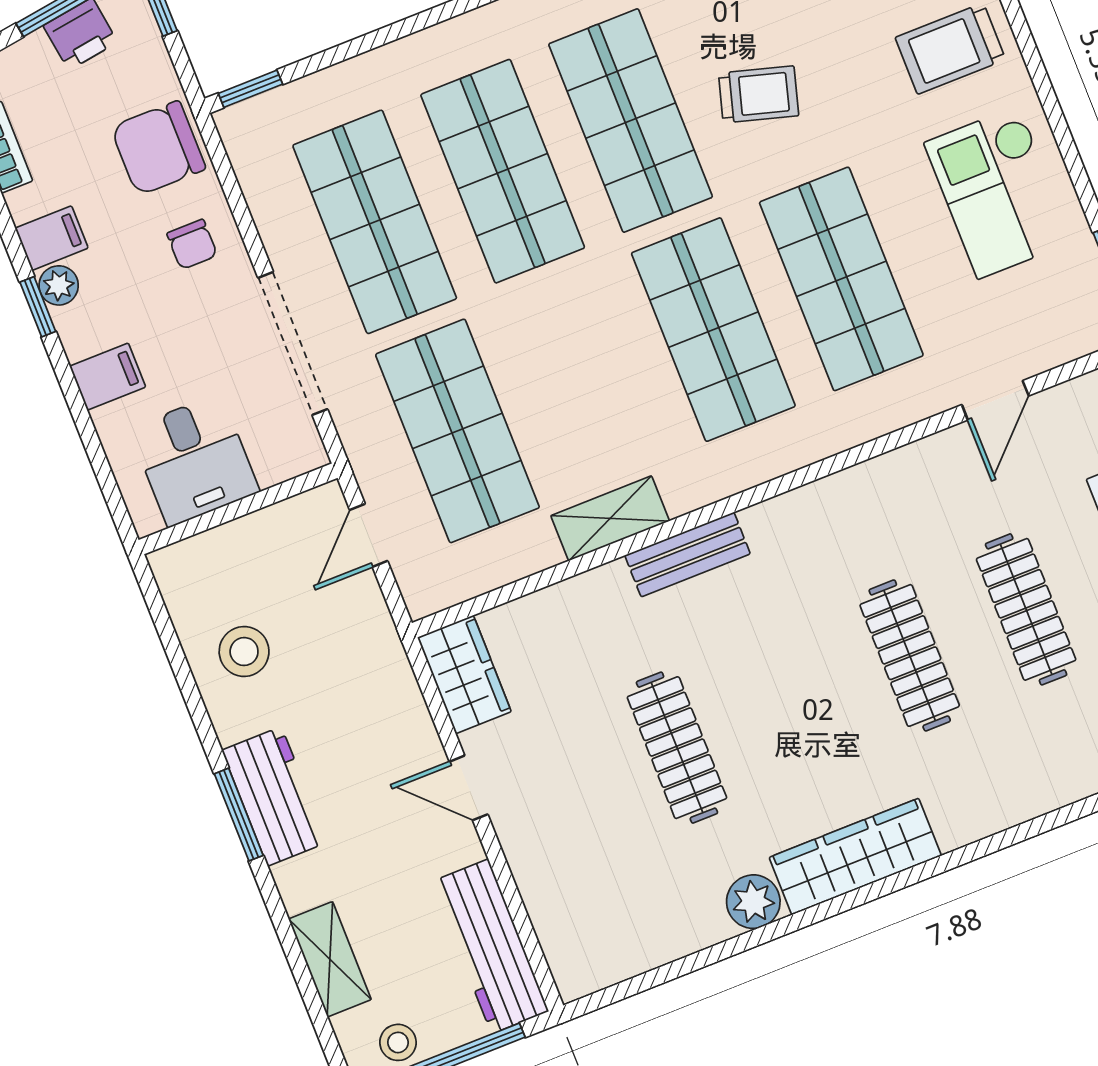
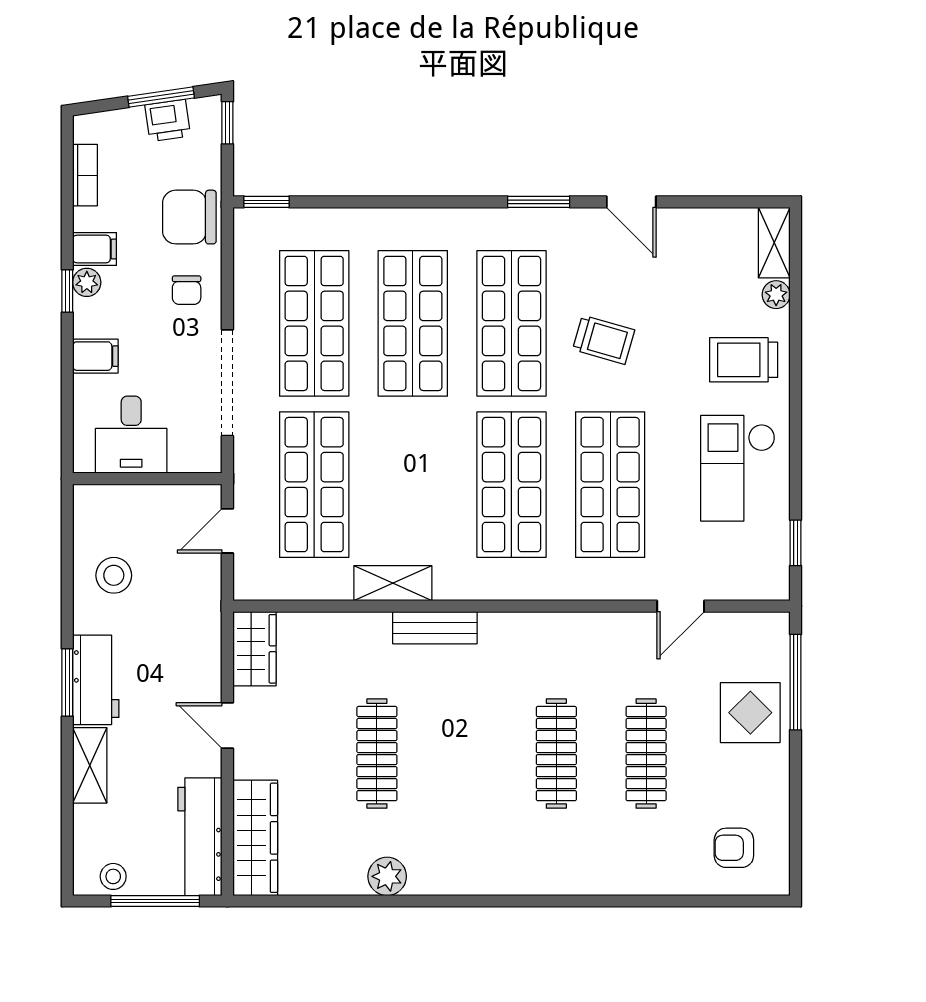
wardrobe: (855, 857) -> (255, 838), moved, turned 90
shelving: (330, 959) -> (90, 765), moved

